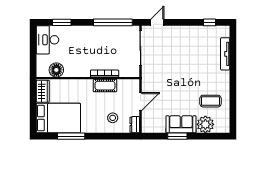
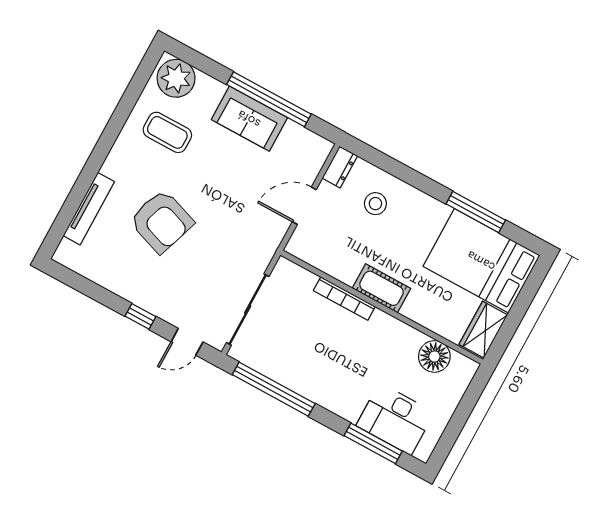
window: (62, 22) -> (373, 443), width x1.44
window: (210, 22) -> (140, 316), moved
desk: (47, 40) -> (395, 419), moved, turned 90
armchair: (194, 65) -> (162, 221), added
cot: (105, 86) -> (382, 288), moved
plant: (205, 124) -> (176, 78), moved
window: (177, 136) -> (269, 99), width x2.11

